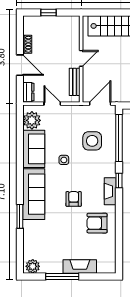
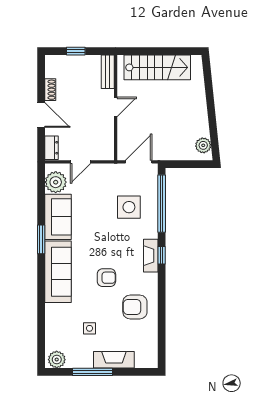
bench: (75, 82) -> (108, 72), moved
door: (52, 104) -> (80, 162), swing flipped
side table: (64, 160) -> (89, 328), moved
fireplace: (110, 191) -> (151, 256), moved
armchair: (74, 199) -> (106, 278), turned 90
window: (20, 216) -> (41, 239), moved

